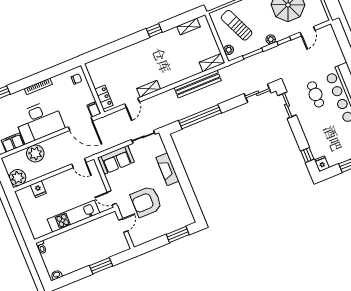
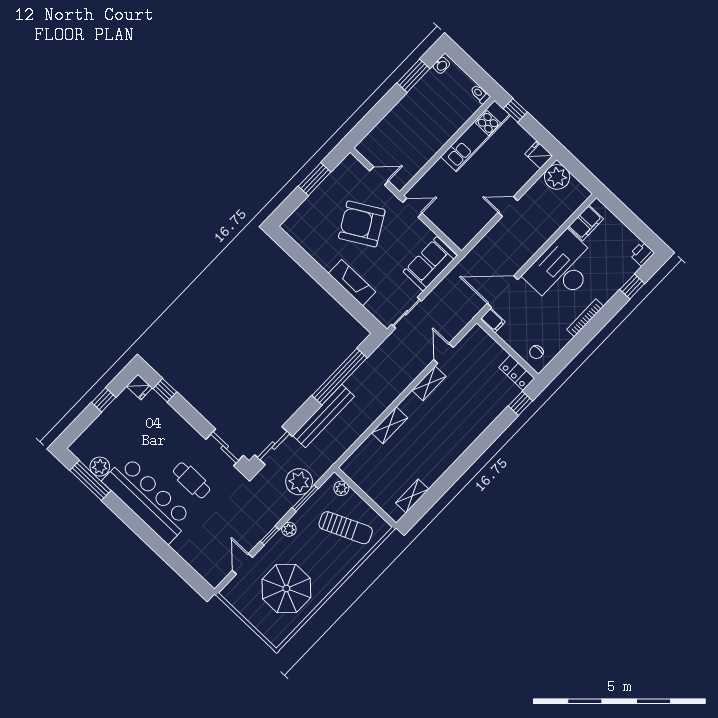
window: (154, 30) -> (520, 403), moved
shelving: (212, 63) -> (390, 425), moved
bench: (198, 84) -> (324, 416), moved
locker: (104, 97) -> (517, 373), moved
plant: (35, 153) -> (299, 482), moved
door: (79, 163) -> (508, 206), moved
fridge: (38, 189) -> (539, 155), moved
armchair: (146, 202) -> (362, 224), turned -120
kitchen unit: (74, 216) -> (475, 136), moved
door: (123, 226) -> (379, 176), swing flipped
window: (25, 228) -> (515, 110), added
window: (178, 234) -> (315, 179), moved
window: (101, 266) -> (413, 76), moved

